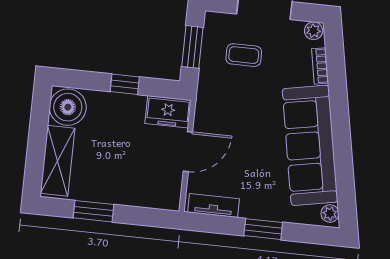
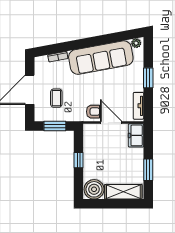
plant: (314, 31) -> (39, 62), removed
freezer: (168, 112) -> (136, 135), moved, turned 180
armchair: (212, 120) -> (93, 112), added

